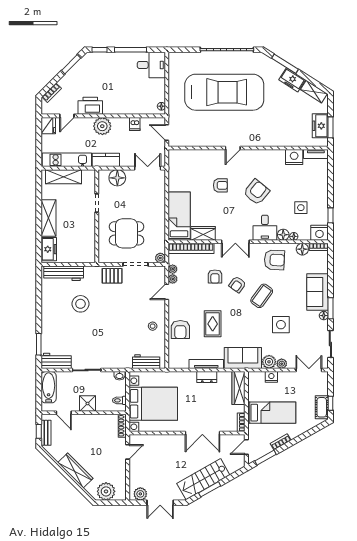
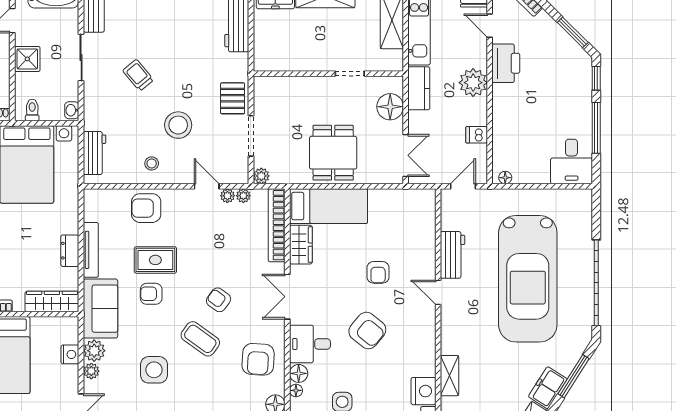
workbench: (209, 139) -> (453, 255), added
shelving: (285, 141) -> (449, 376), added
dining table: (126, 233) -> (333, 153), moved
armchair: (215, 277) -> (151, 294), moved
stool: (80, 304) -> (178, 125), moved
trolley: (98, 334) -> (138, 75), added

